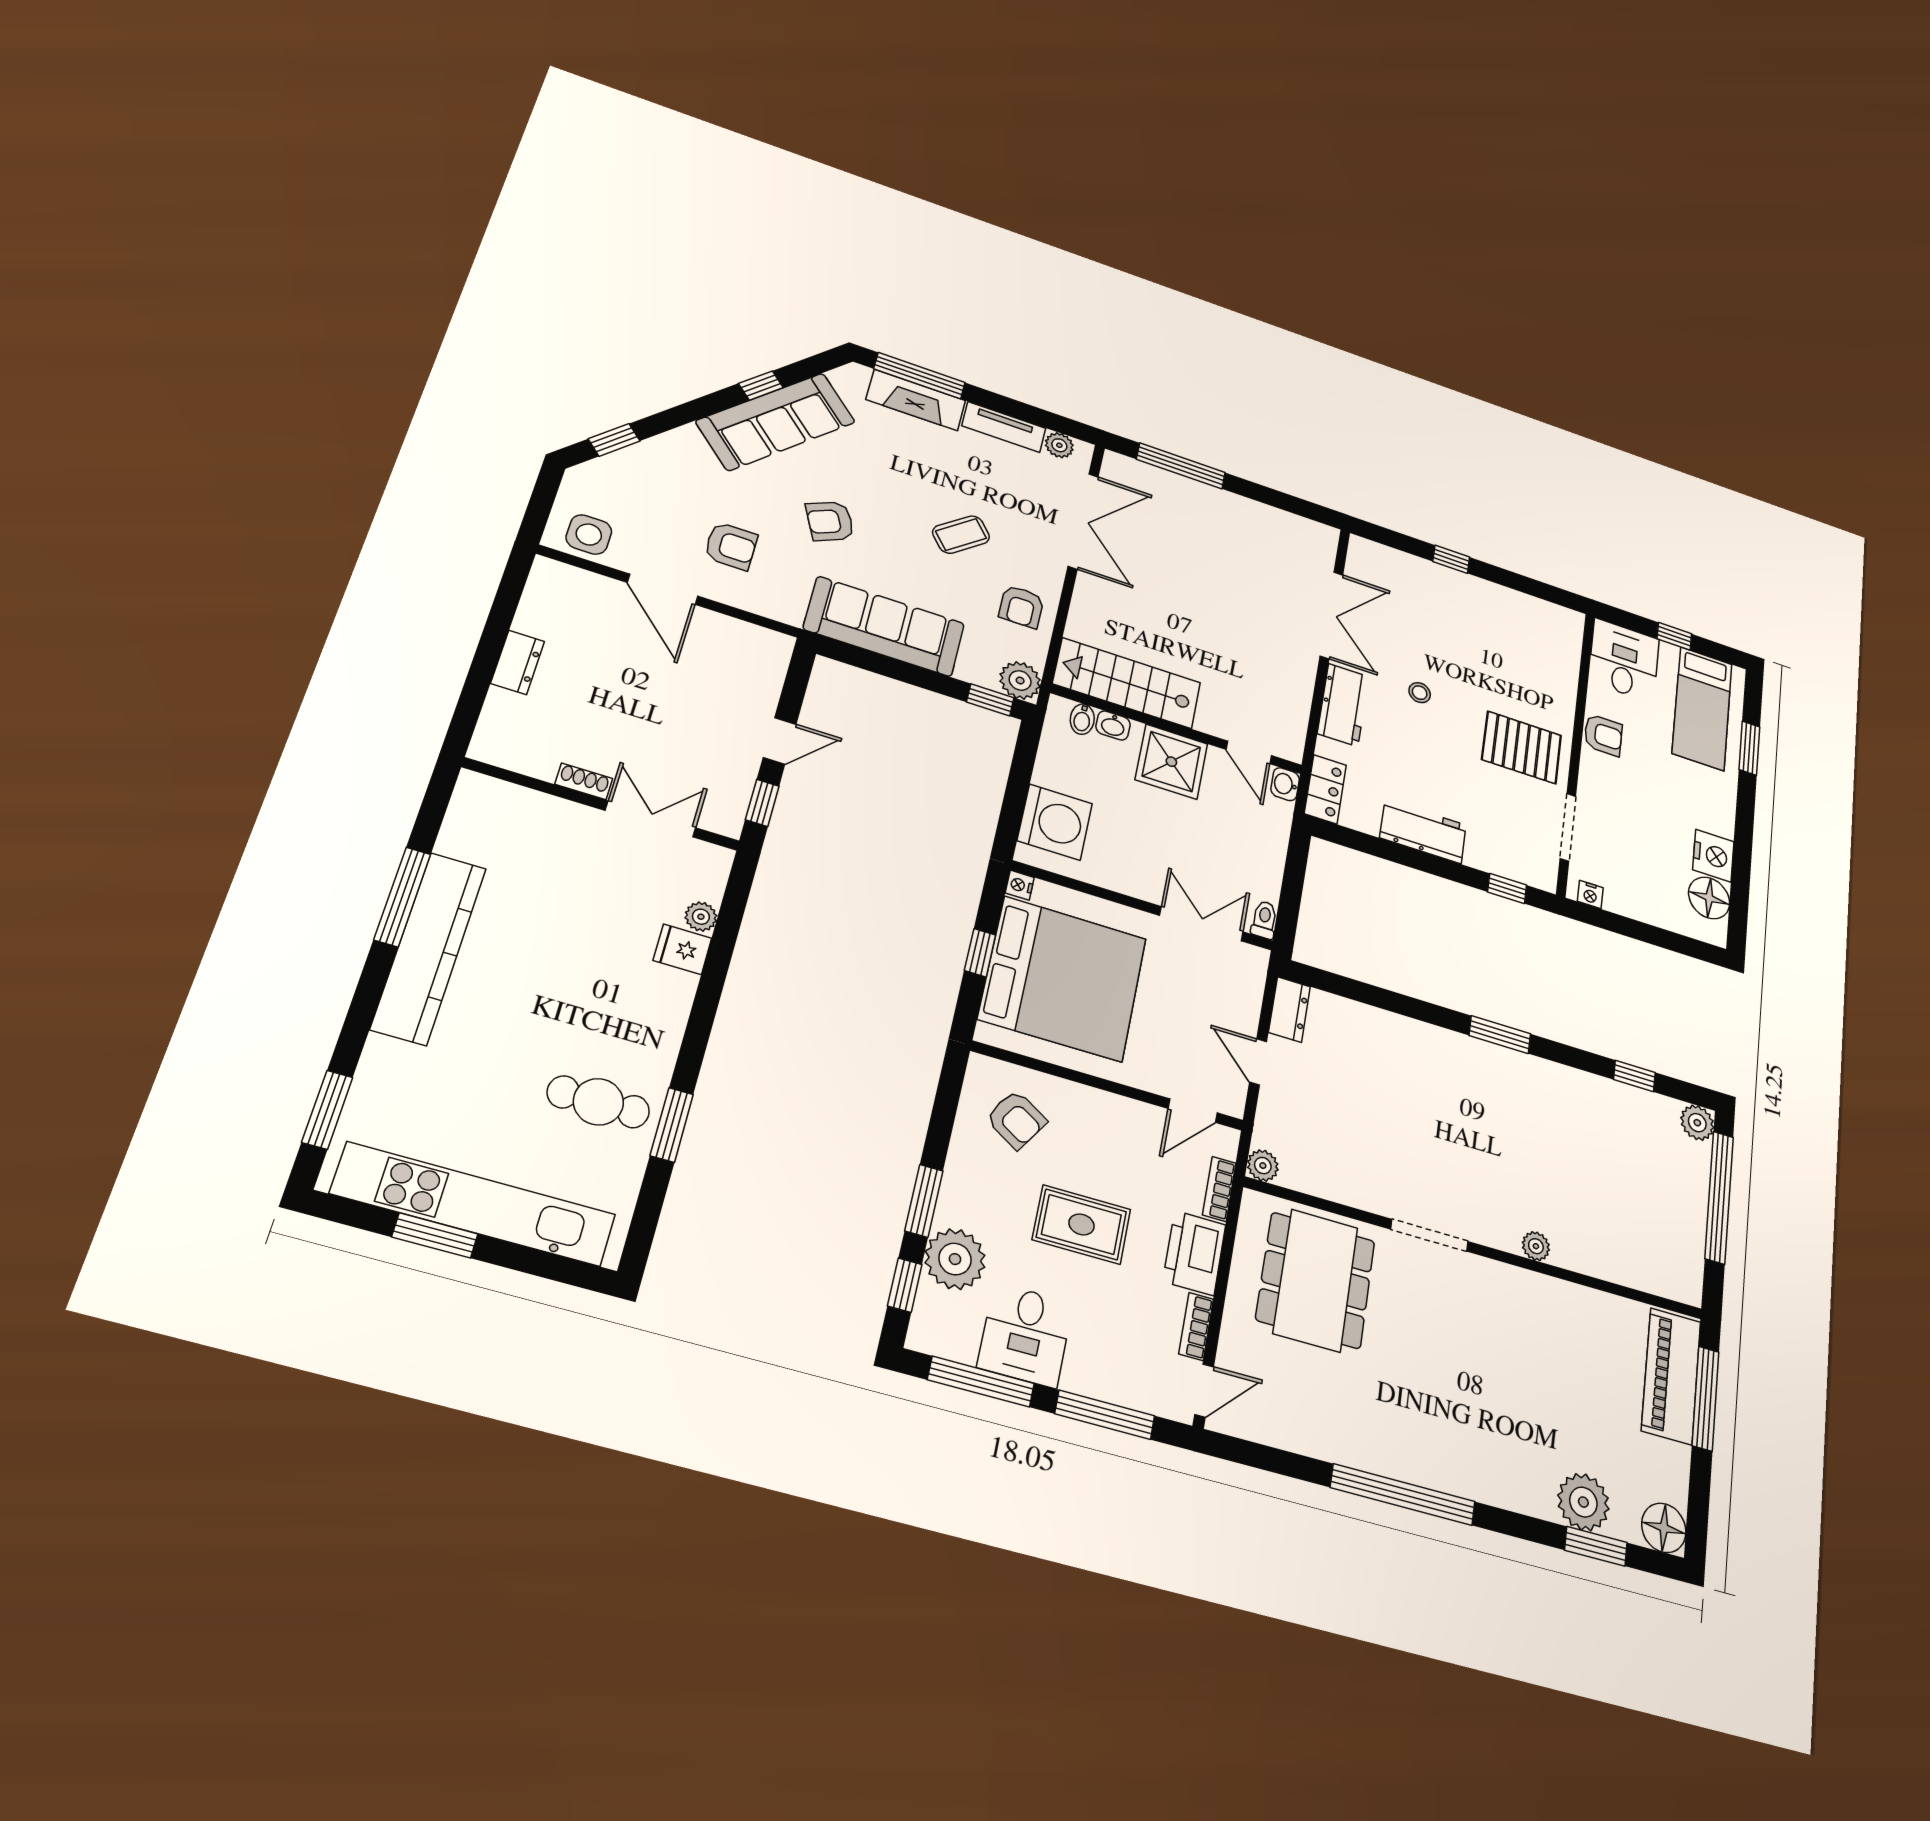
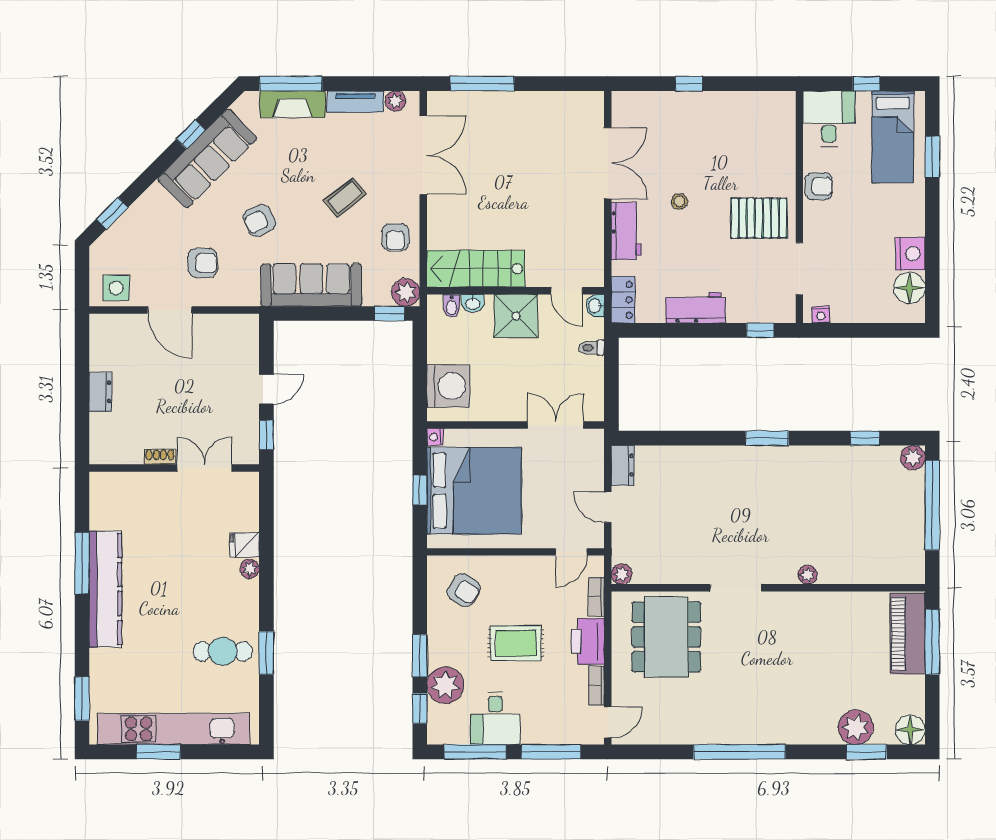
plant: (701, 917) -> (250, 569), moved
toilet: (1264, 920) -> (591, 348), moved, turned -90

